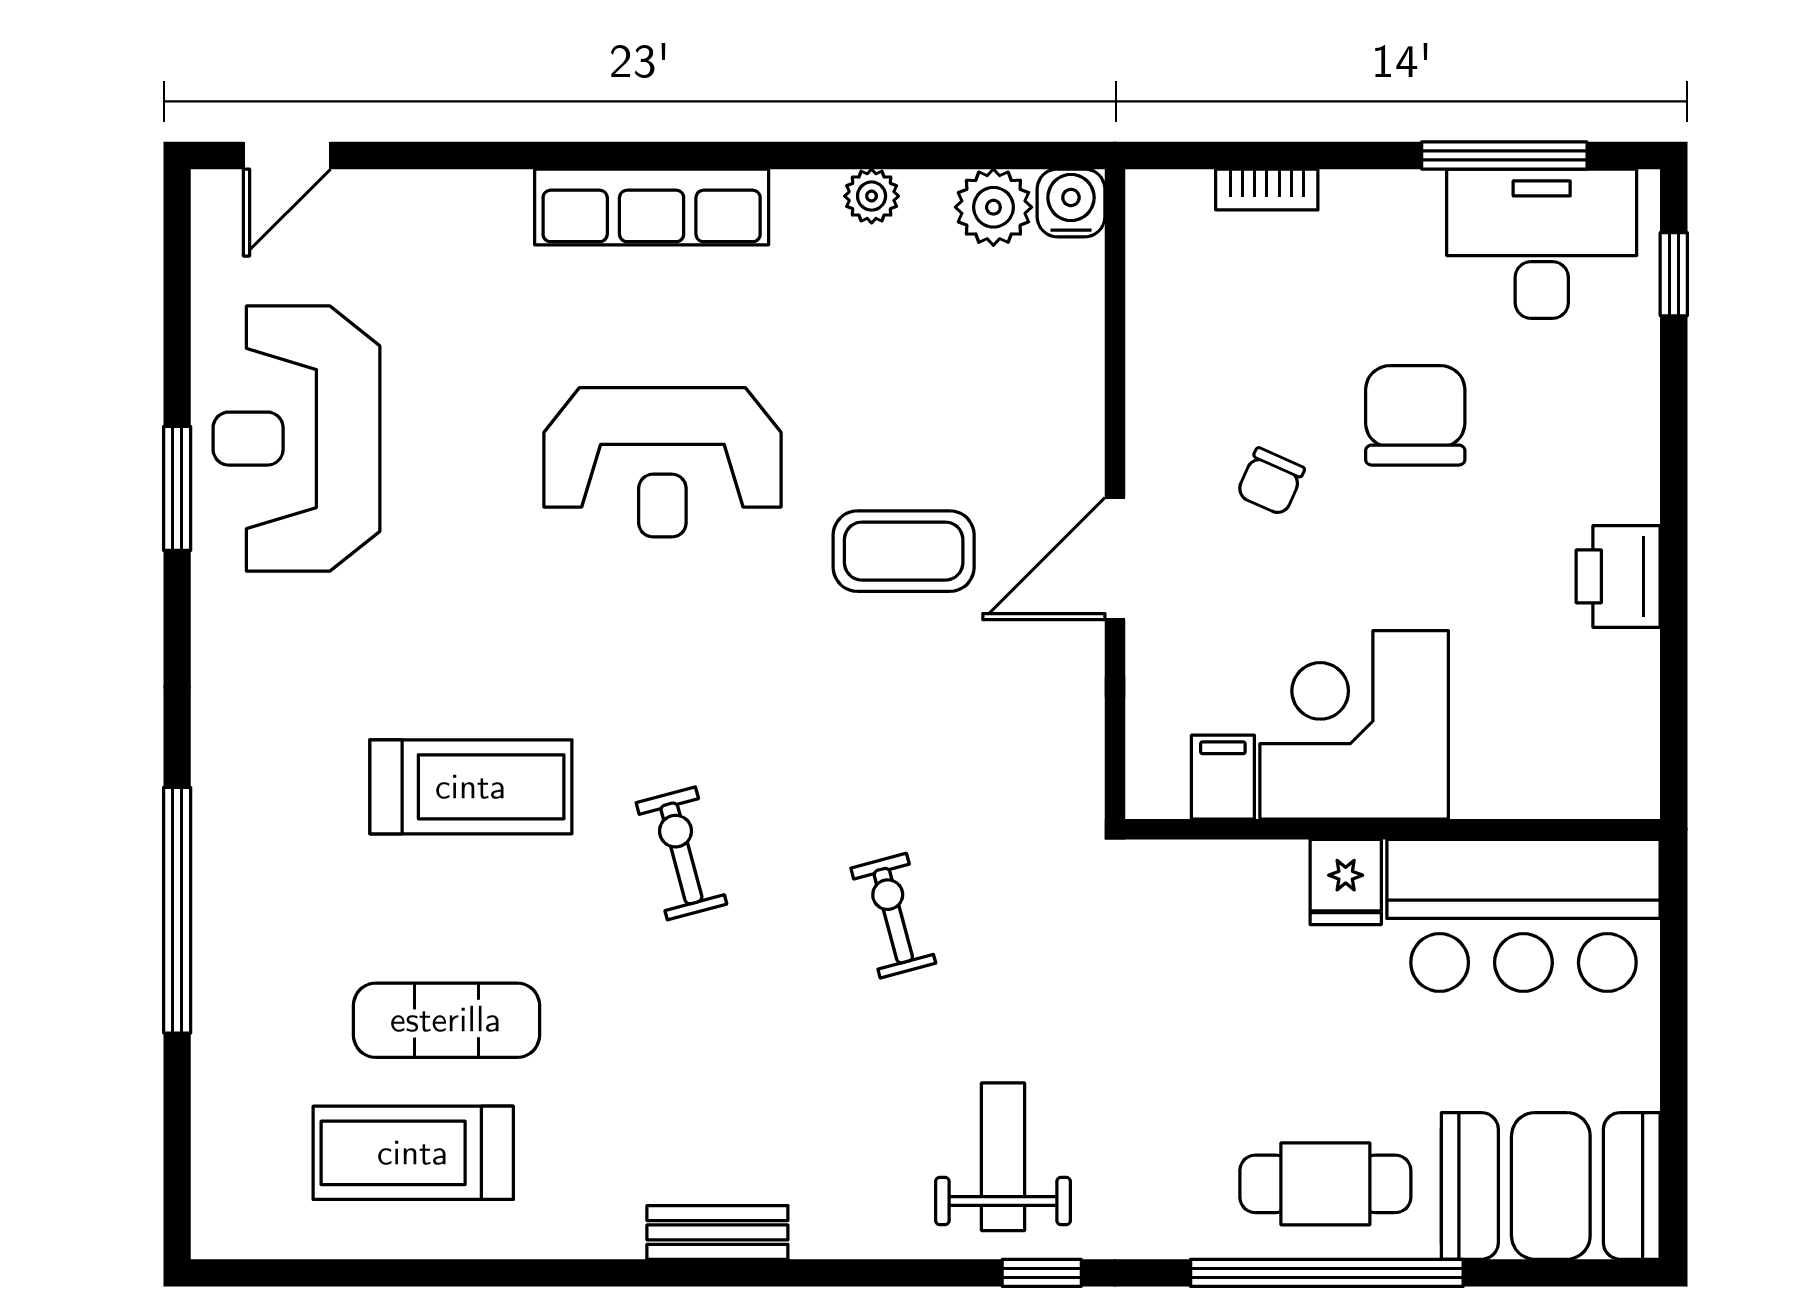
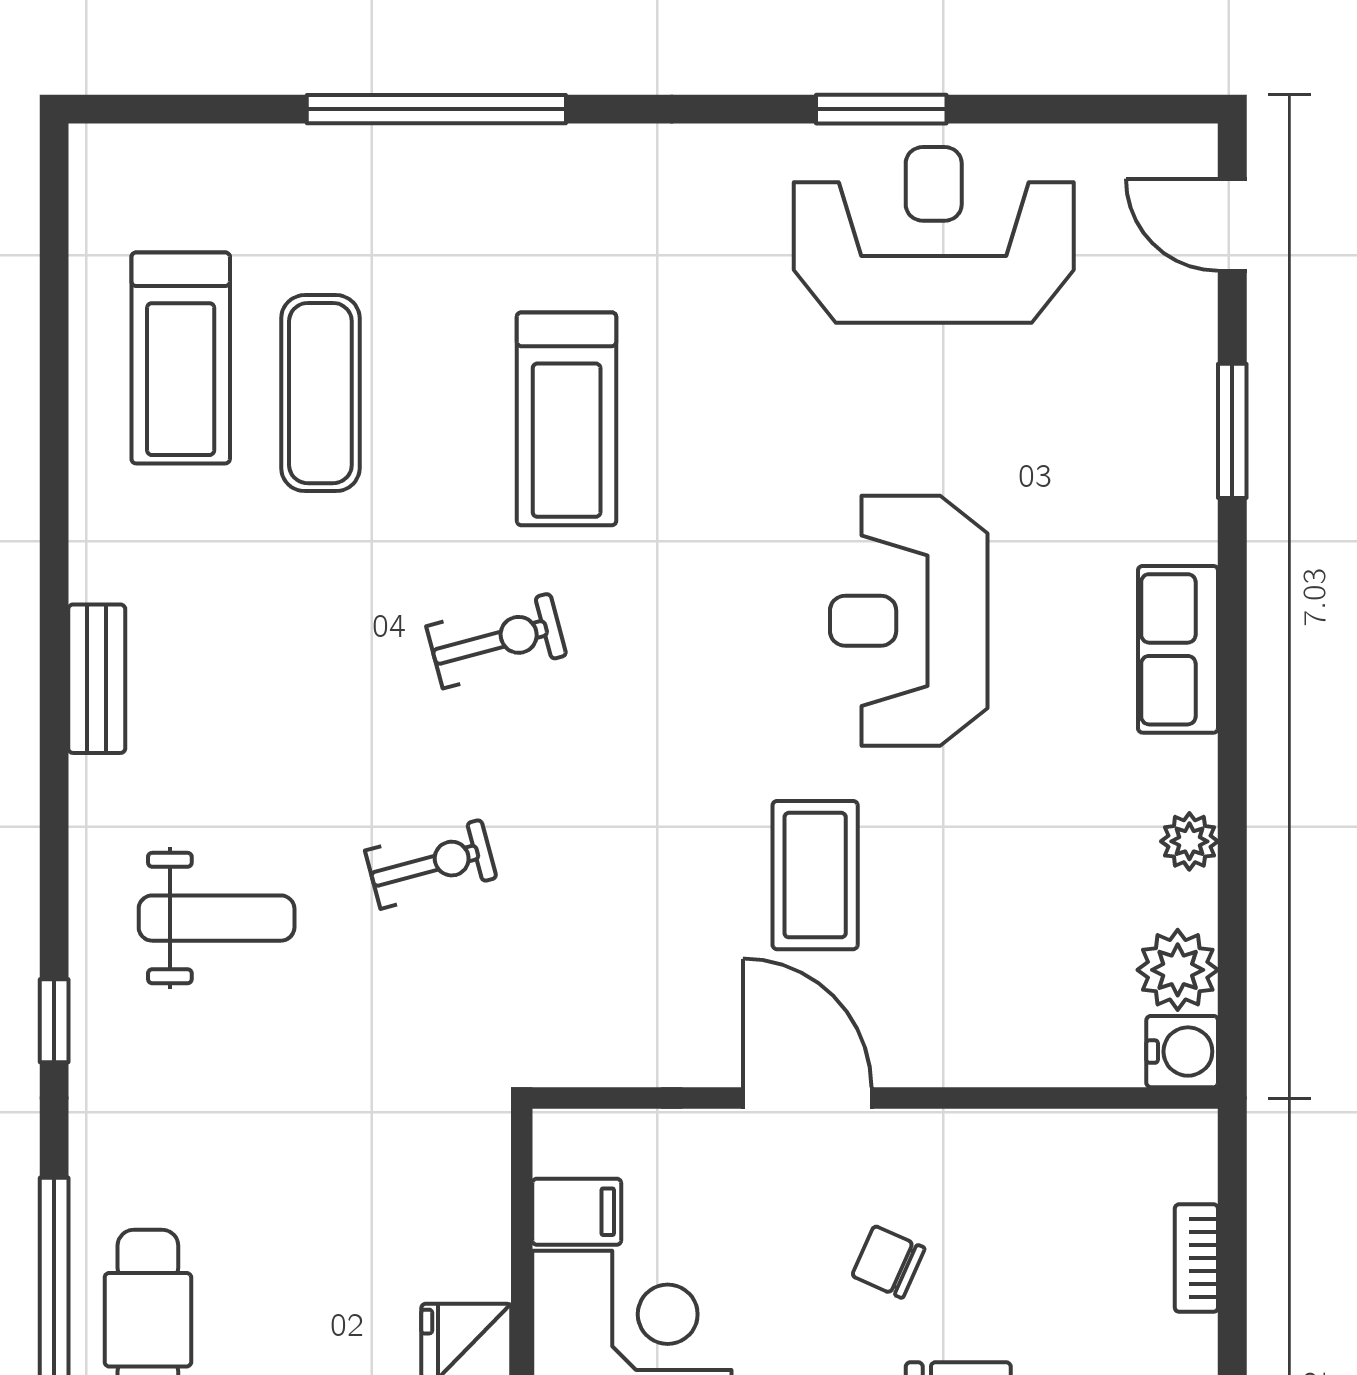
window: (482, 155) -> (1232, 431), added
row of seats: (652, 207) -> (1178, 649), width x0.68
treadmill: (413, 1153) -> (181, 358), turned 180
weight bench: (1003, 1157) -> (217, 918), moved

